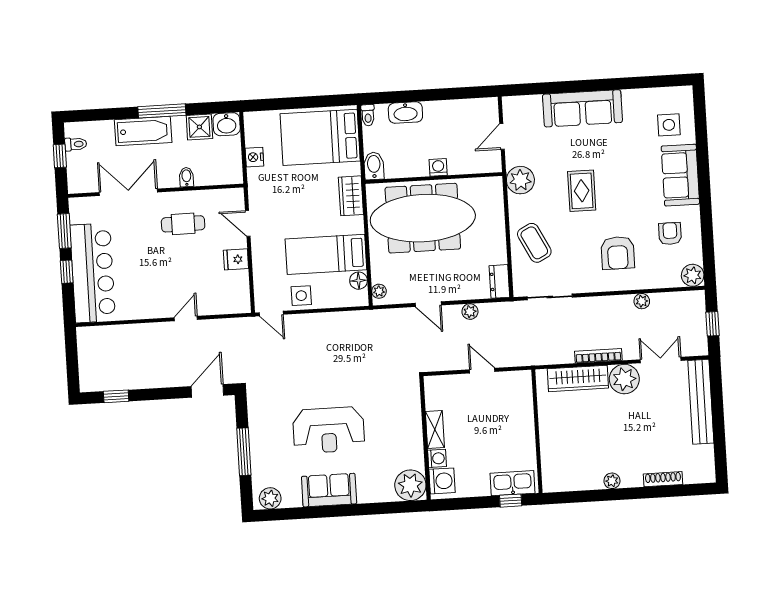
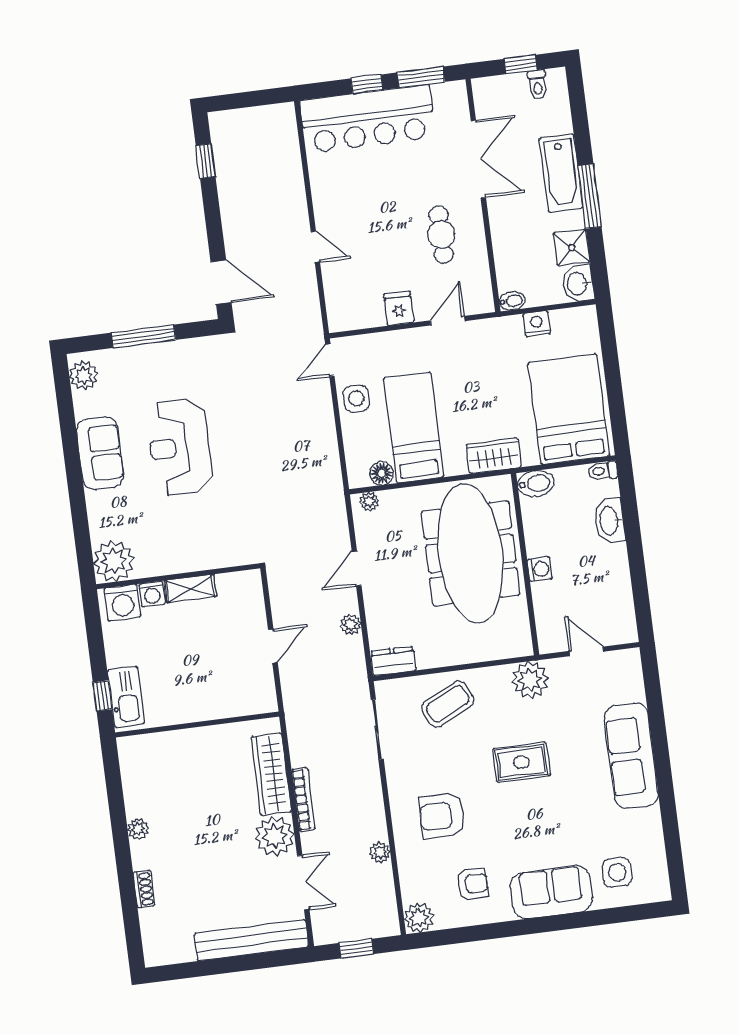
bidet: (186, 177) -> (512, 301), moved
shoe rack: (663, 479) -> (144, 889), width x0.70

